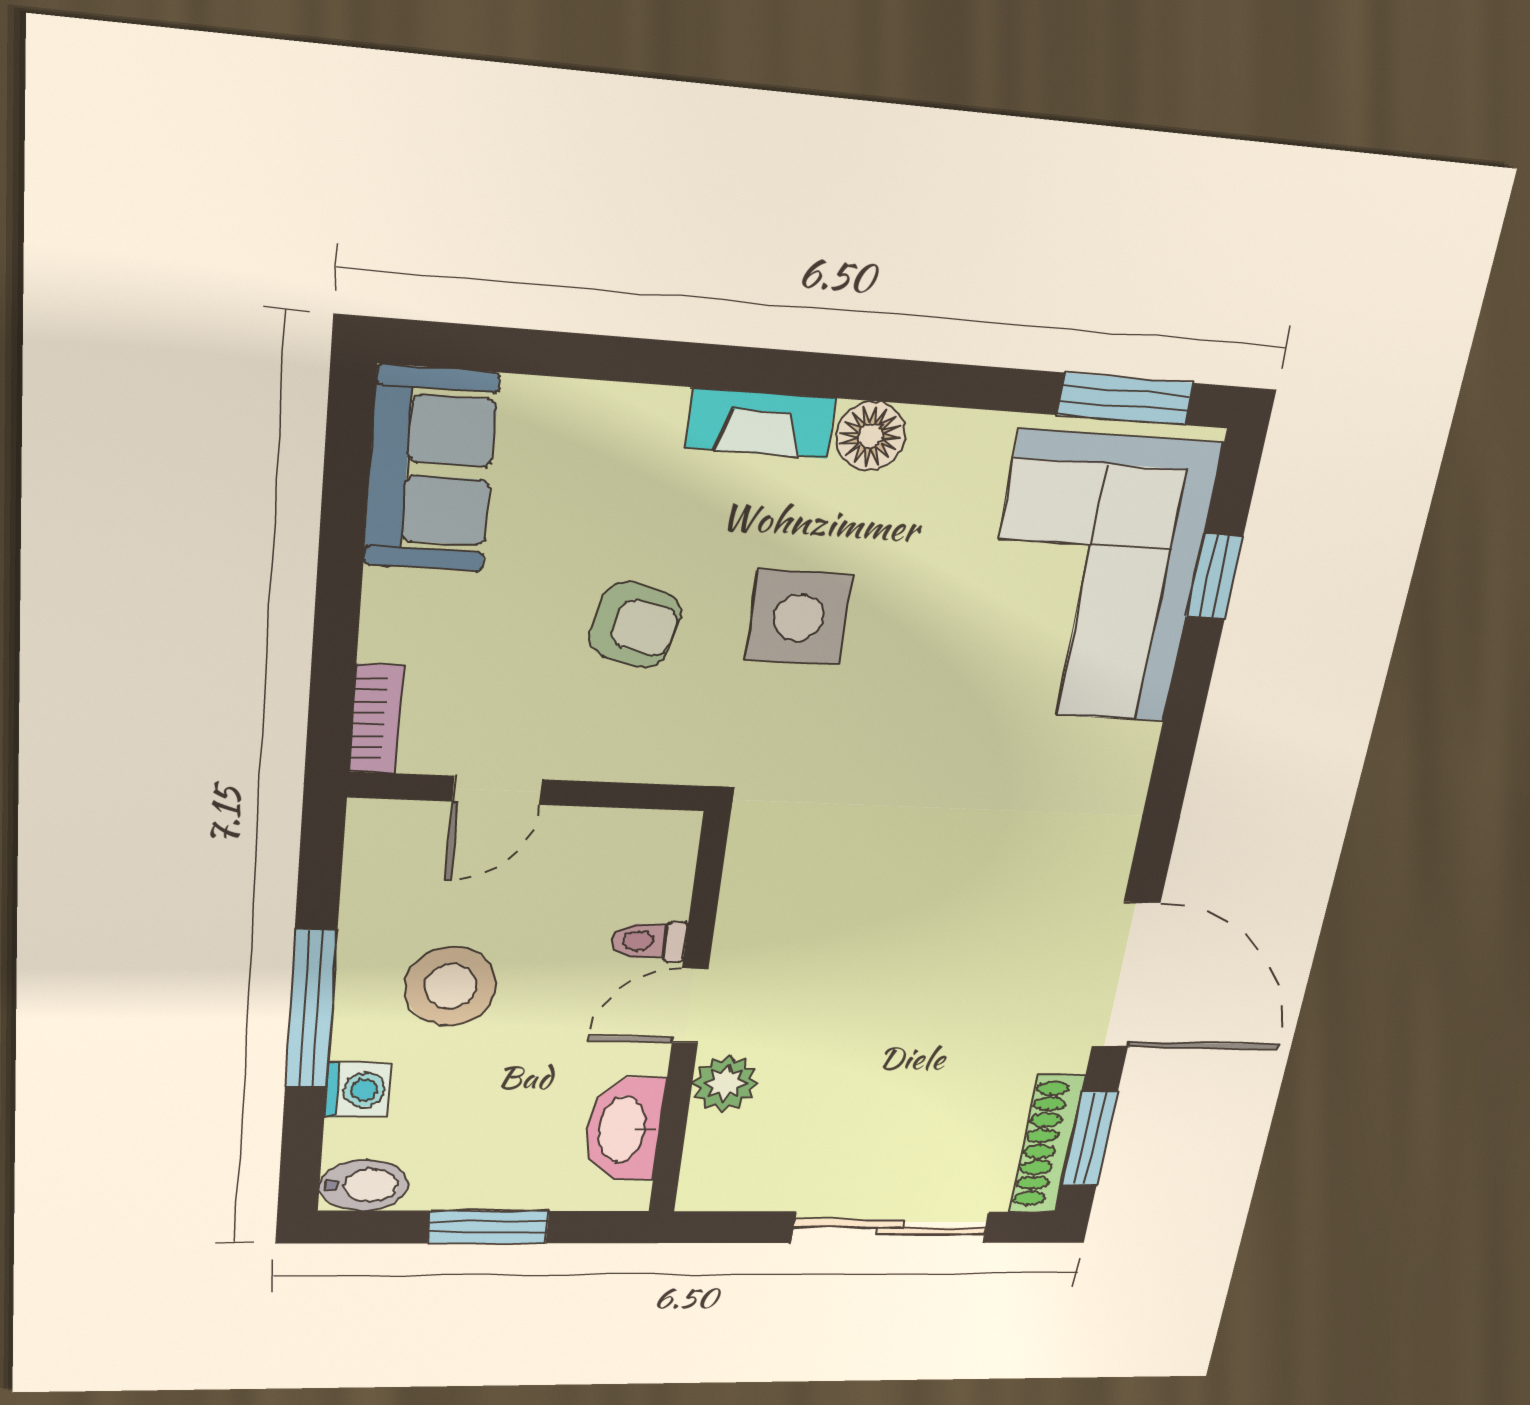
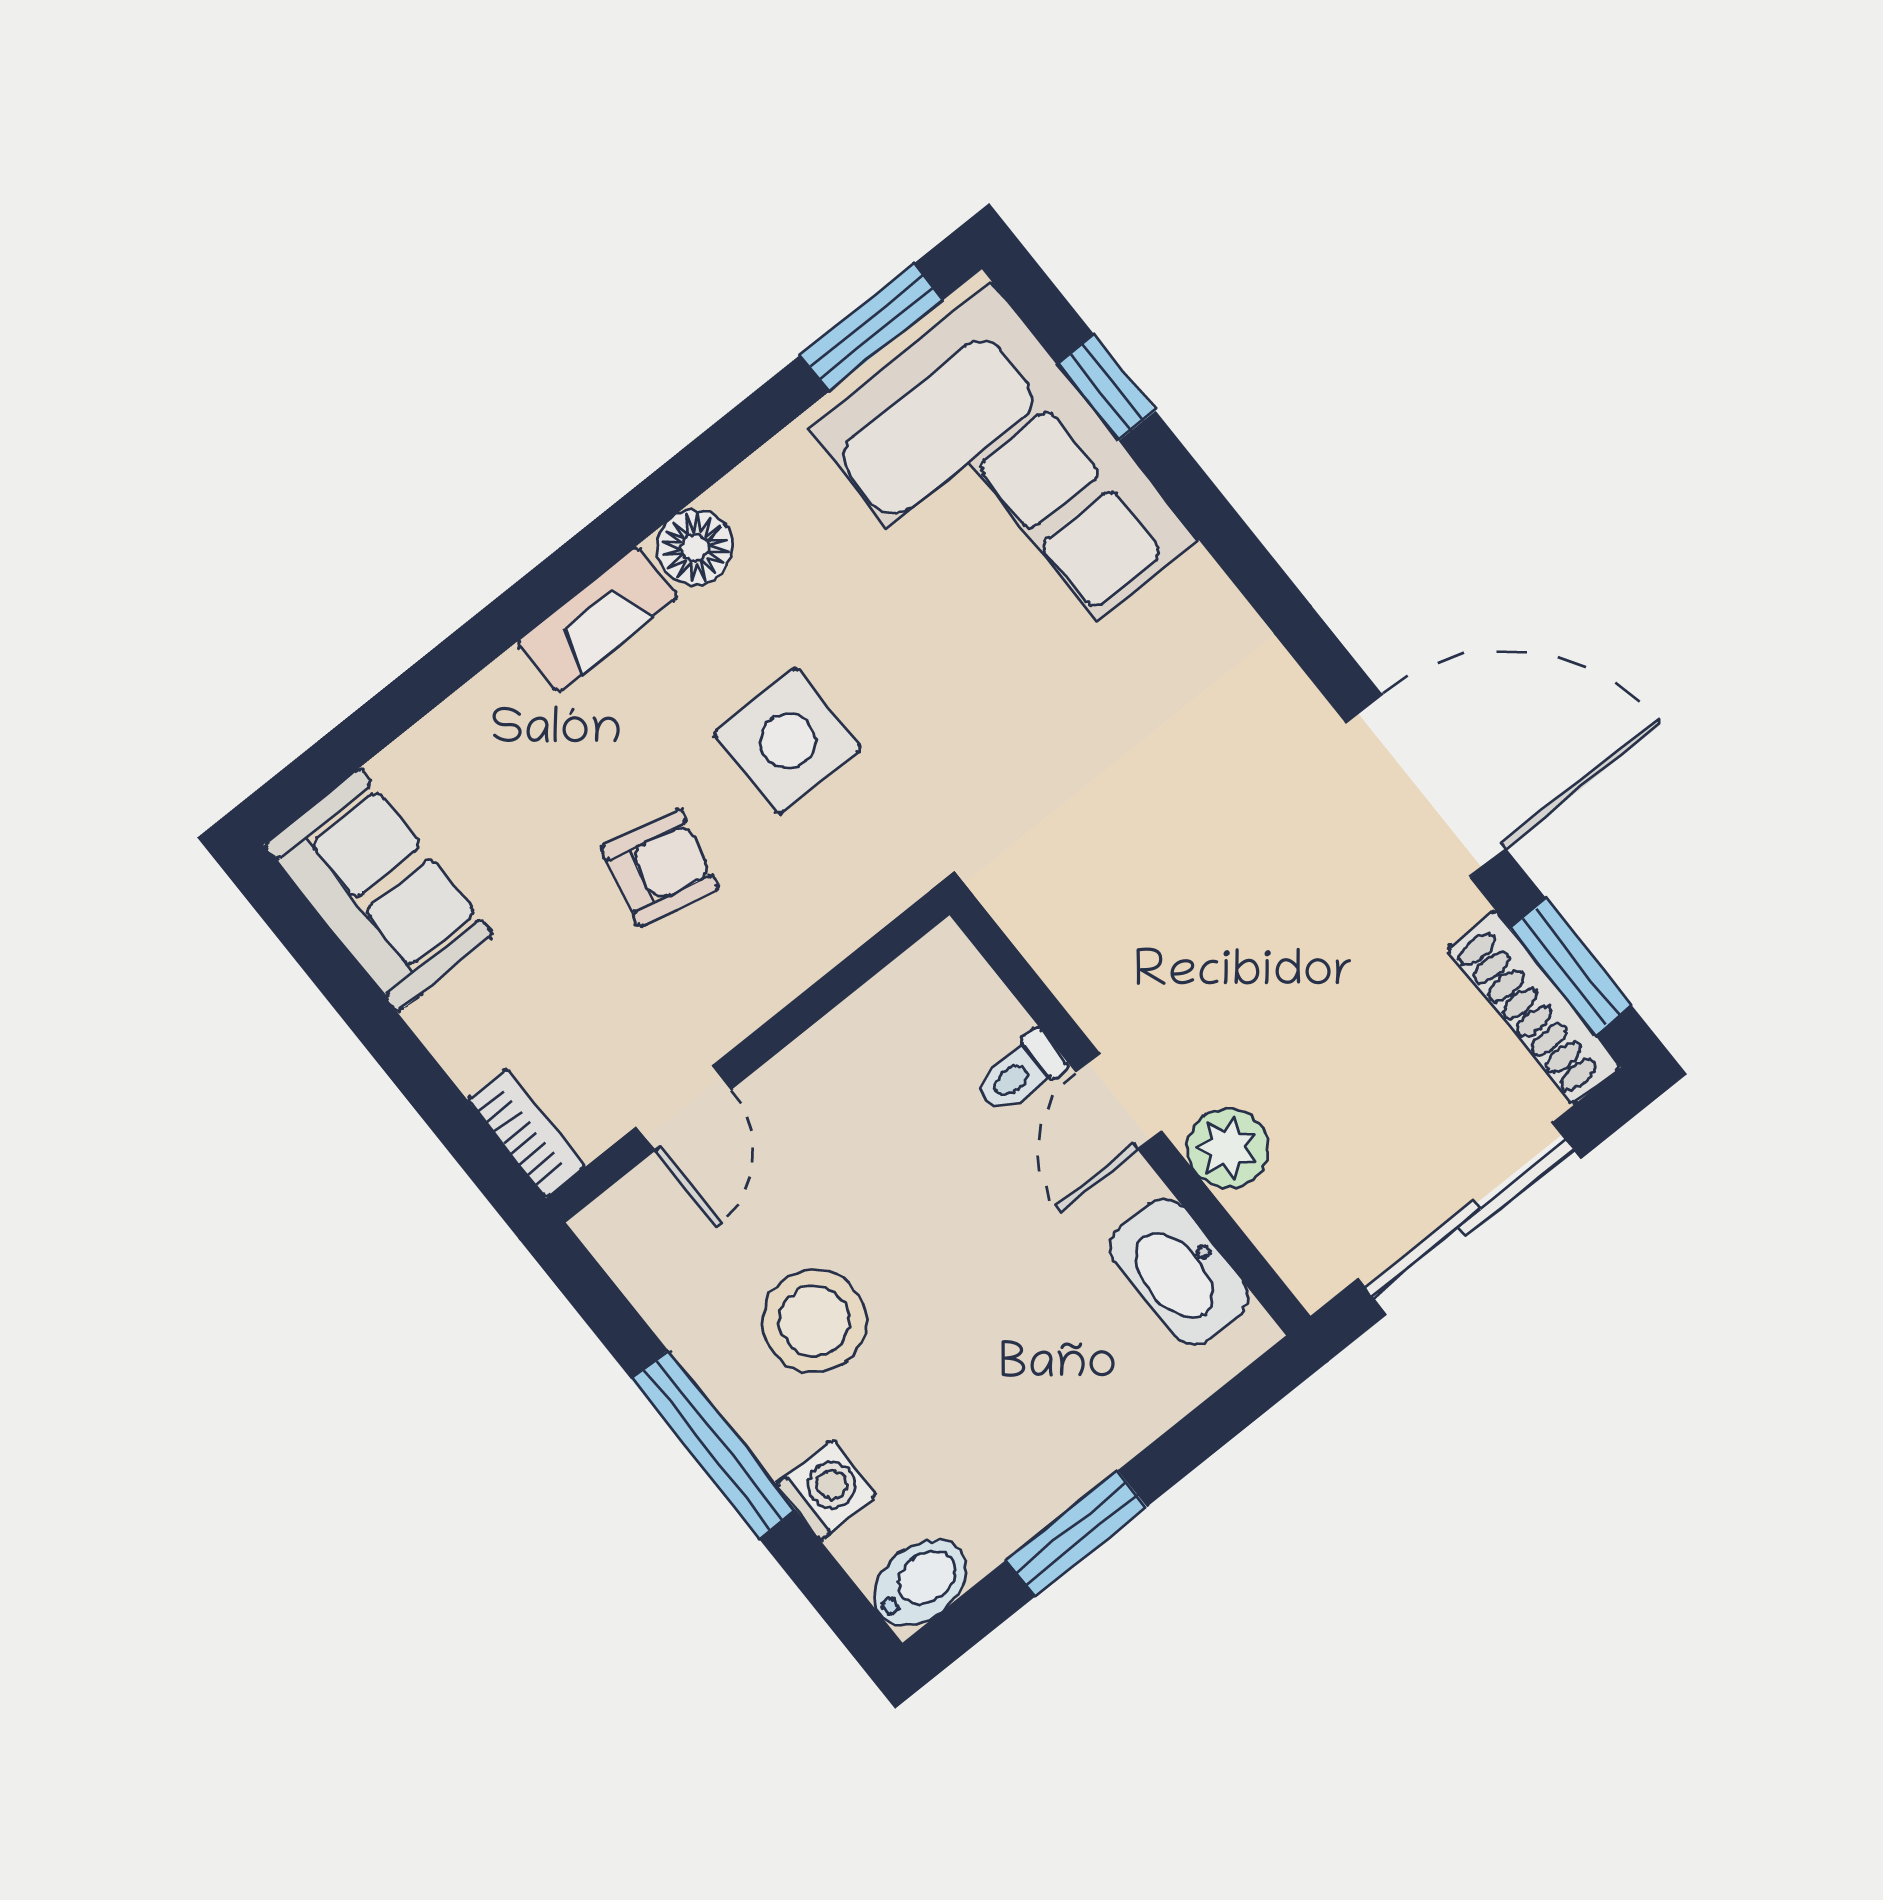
toilet: (649, 941) -> (1020, 1073), moved
door: (690, 1006) -> (1119, 1101), moved
wall: (688, 1019) -> (1130, 1115), moved
plant: (725, 1083) -> (1228, 1148), moved
washbasin: (624, 1129) -> (1179, 1272), moved

